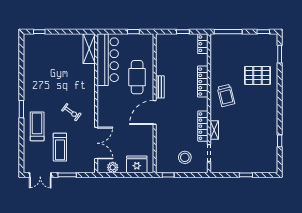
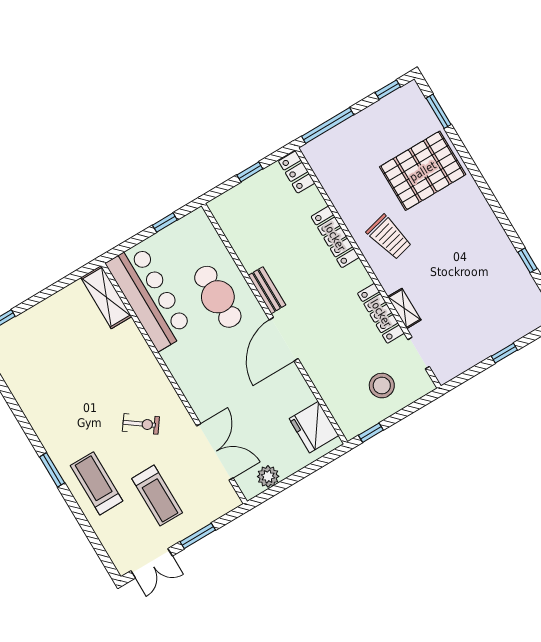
pallet: (257, 75) -> (423, 171), width x1.37, depth x1.41
fridge: (137, 164) -> (314, 427), moved, turned -90

